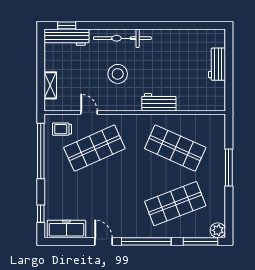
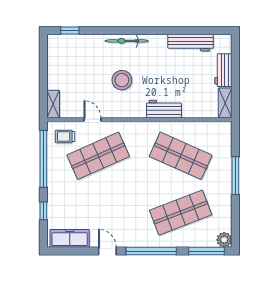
workbench: (67, 37) -> (191, 43), moved
bicycle: (122, 38) -> (127, 41), width x0.73, depth x0.71
shelving: (50, 85) -> (53, 104), moved
shelving: (219, 96) -> (225, 103), added
window: (41, 214) -> (43, 211), moved

